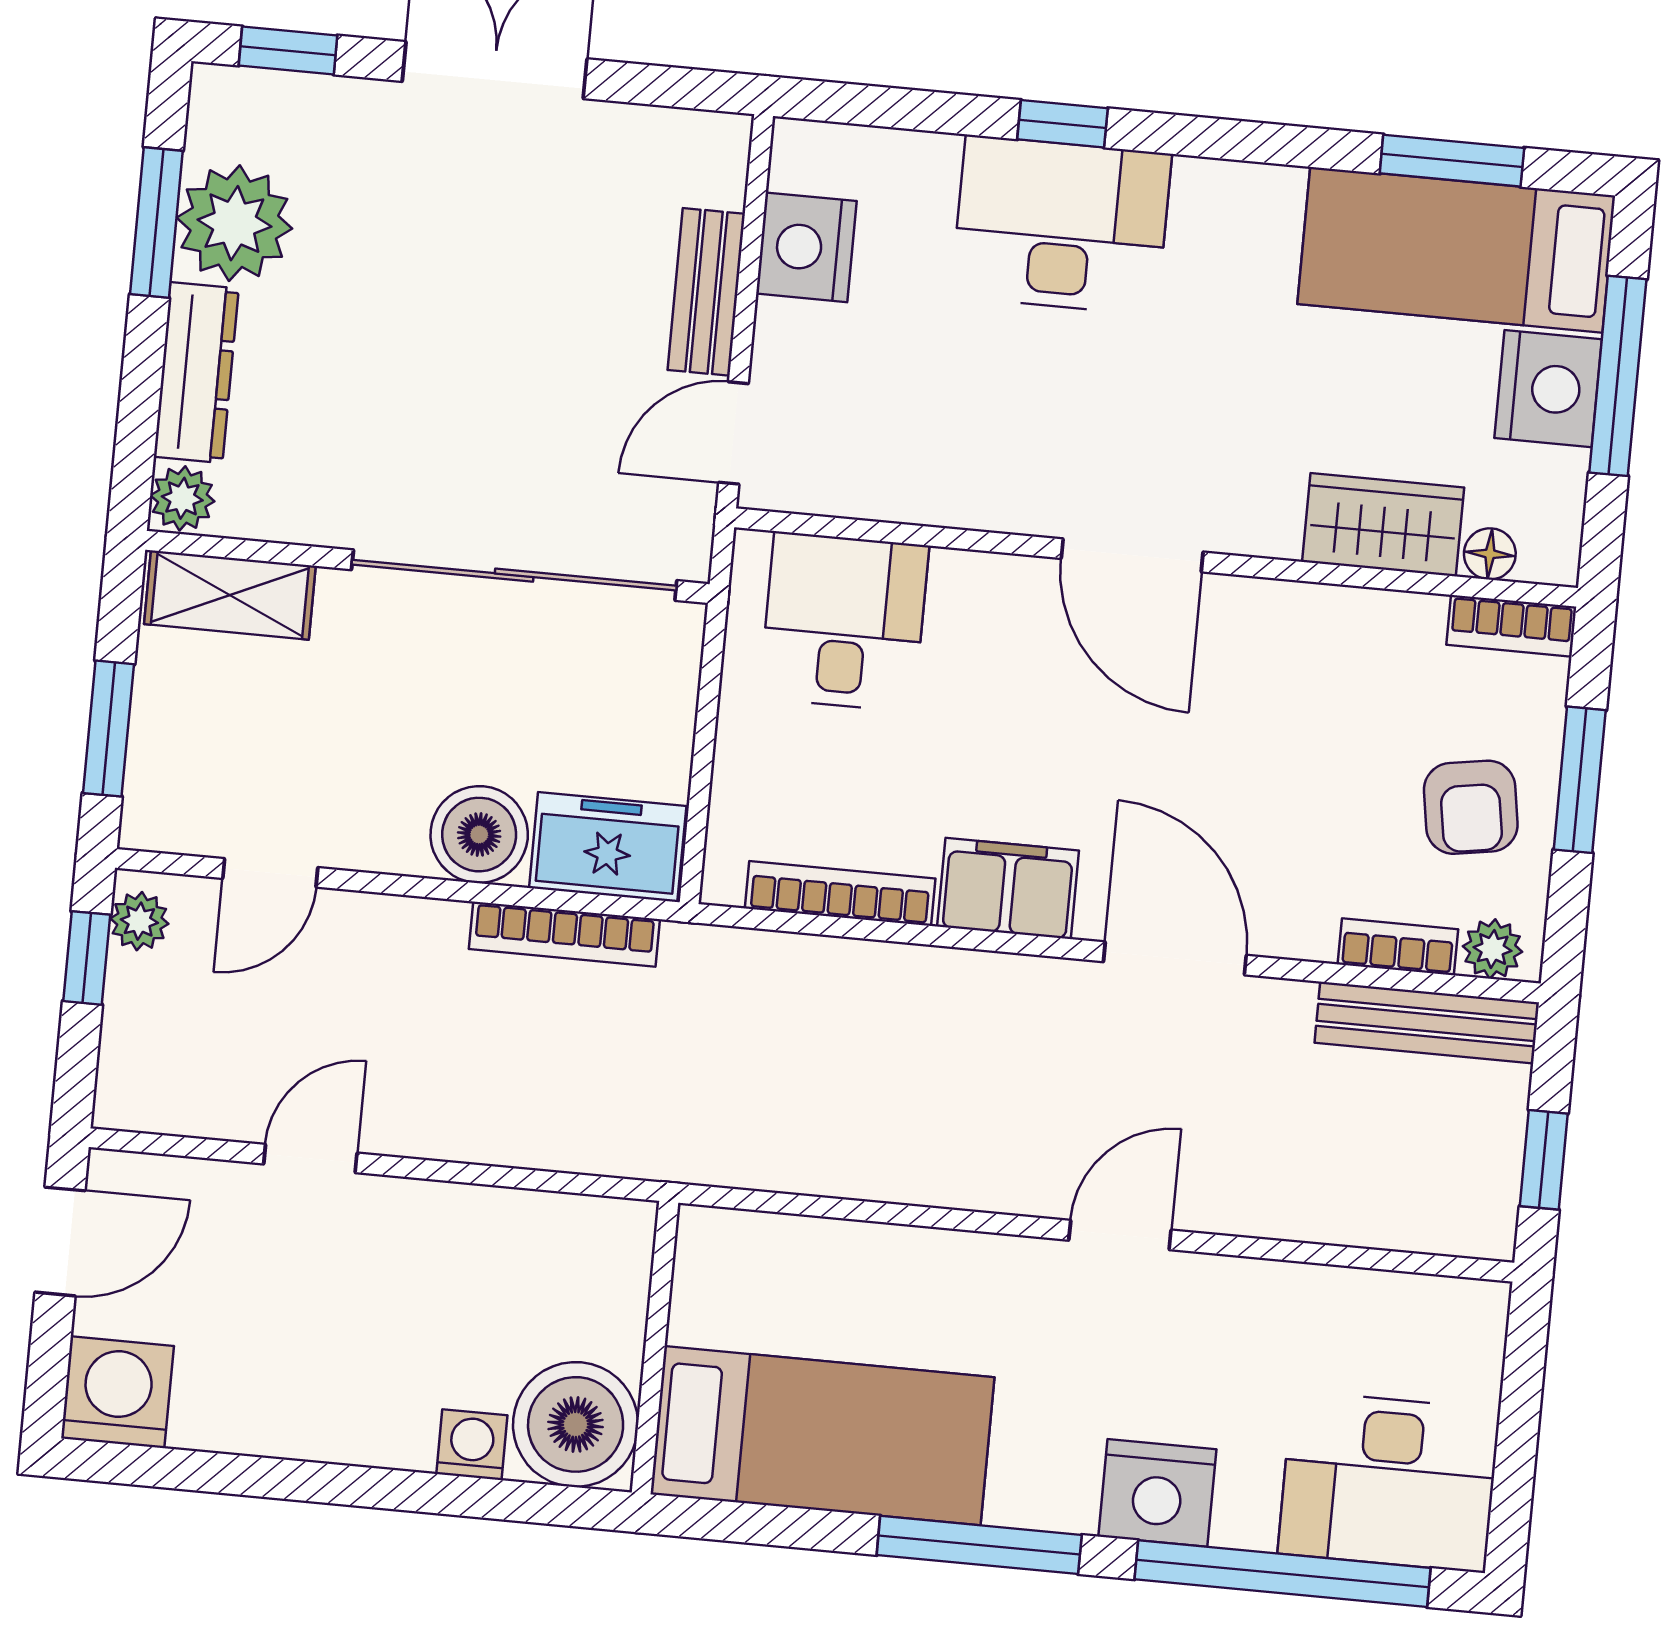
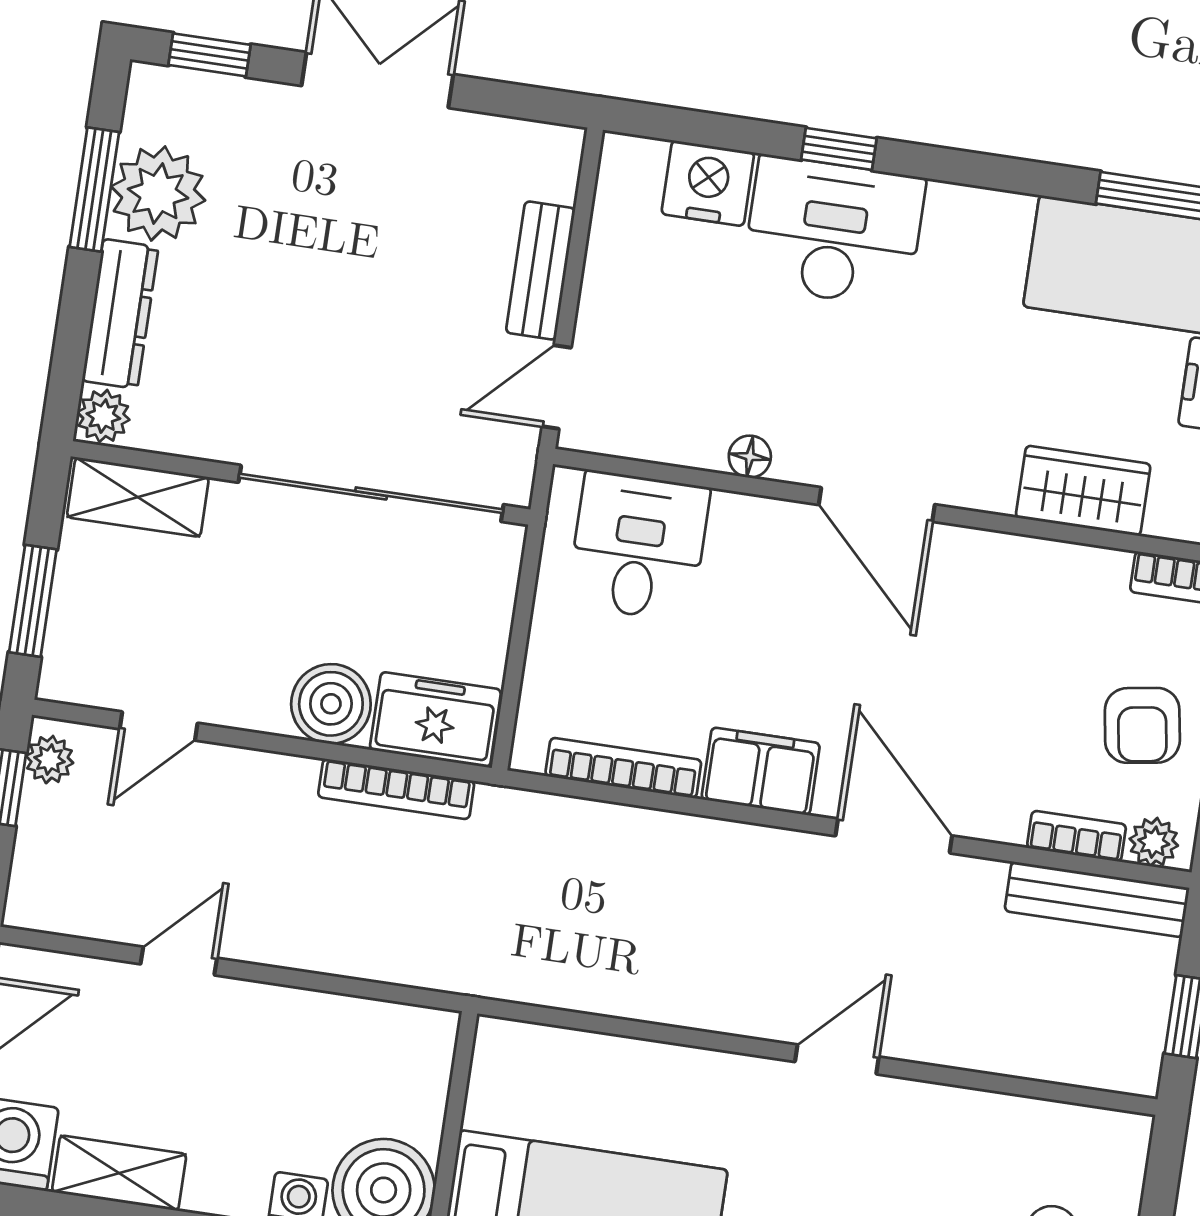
nightstand: (806, 247) -> (708, 183), moved, turned 90
floor lamp: (1490, 554) -> (750, 457), moved
shelving: (252, 1421) -> (119, 1173), added

